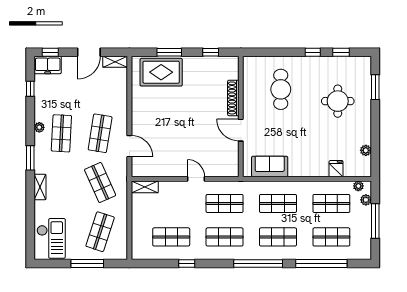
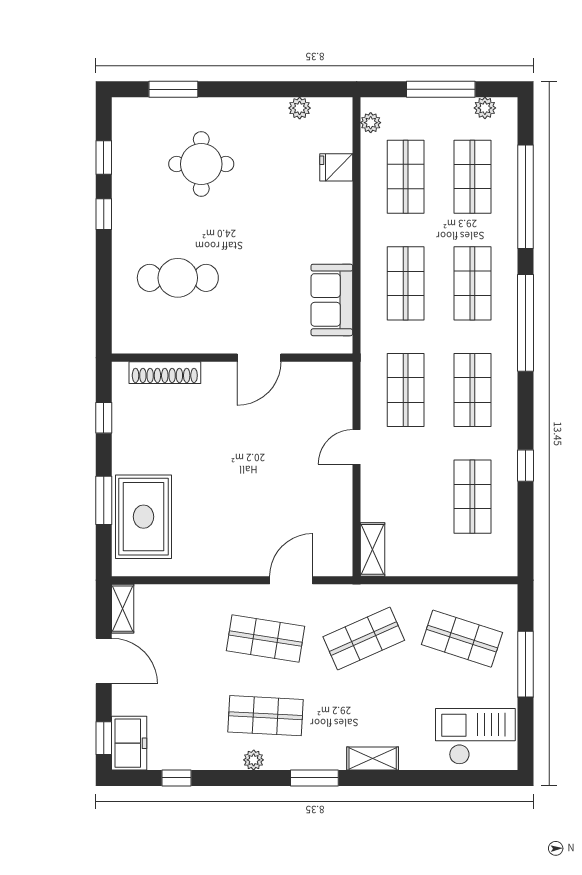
shoe rack: (233, 98) -> (165, 373), moved
plant: (366, 200) -> (485, 108), moved

